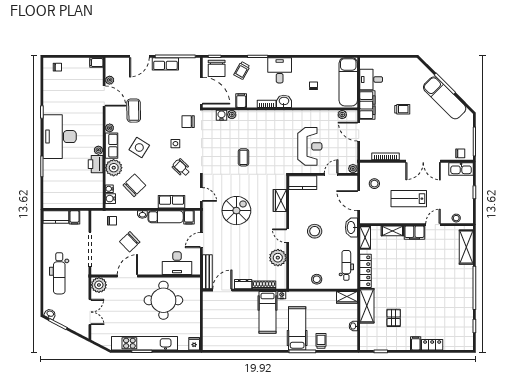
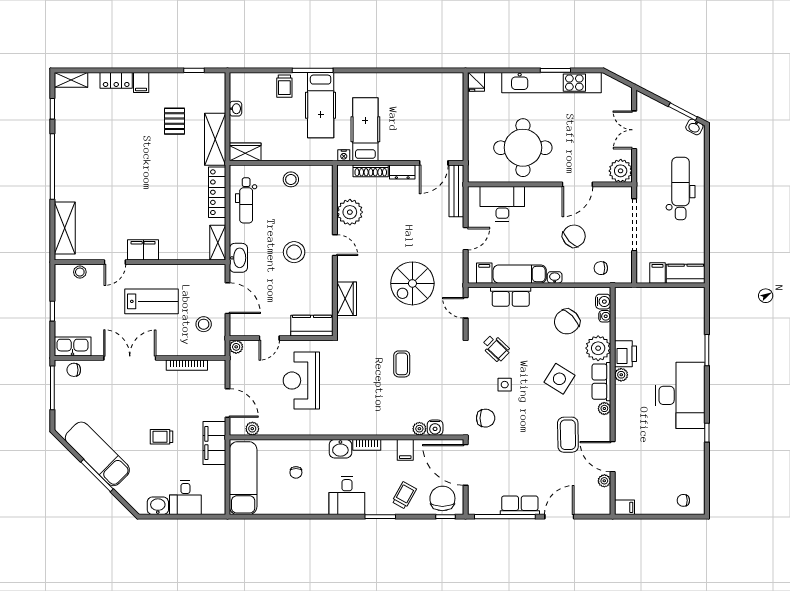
washbasin: (405, 64) -> (158, 506), added
desk: (371, 79) -> (185, 498), moved, turned 90
shelving: (392, 231) -> (71, 80), moved

